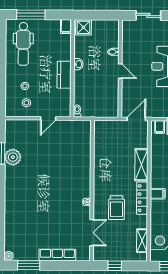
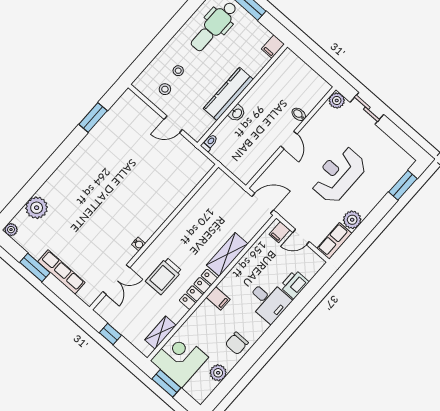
plant: (128, 26) -> (337, 100), added
shower: (83, 27) -> (290, 63), removed
washbasin: (78, 64) -> (237, 113), moved
kitchen counter: (64, 75) -> (228, 94), width x1.50
plant: (13, 157) -> (37, 208), moved
window: (29, 265) -> (35, 267), moved

